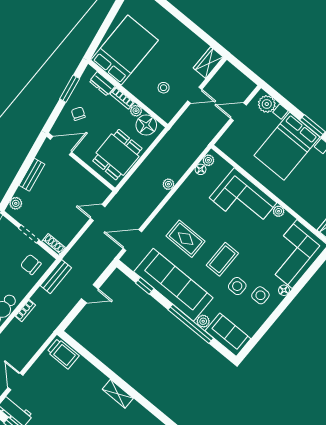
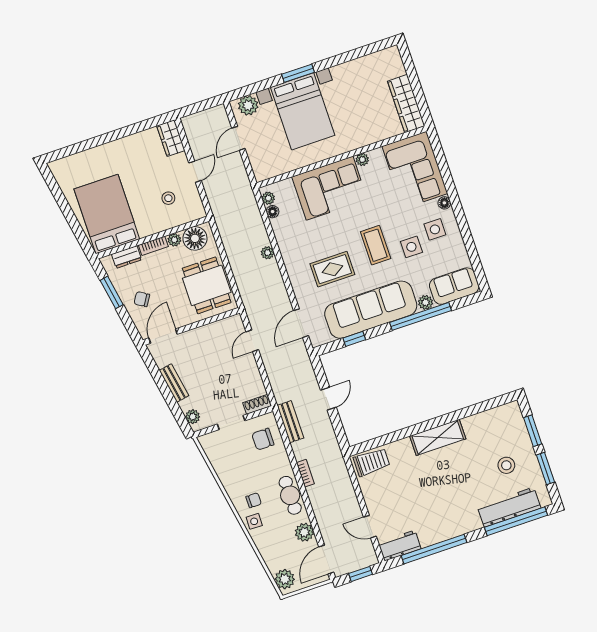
shelving: (118, 394) -> (438, 437), width x1.50, depth x1.33

